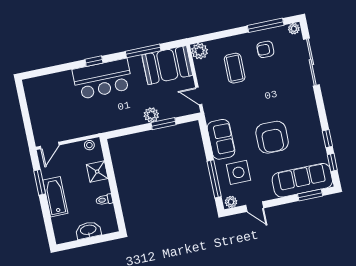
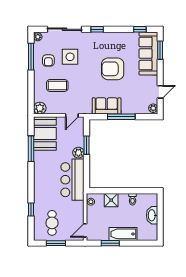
window: (94, 61) -> (31, 209), moved
bar counter: (103, 79) -> (72, 180), moved, turned 180
cafe table: (50, 99) -> (52, 223), added
window: (25, 110) -> (56, 243), added
armchair: (272, 137) -> (113, 69), turned 180
window: (327, 139) -> (97, 29), moved
door: (50, 146) -> (85, 230), swing flipped
side table: (239, 172) -> (70, 57), moved
window: (214, 179) -> (121, 117), moved

